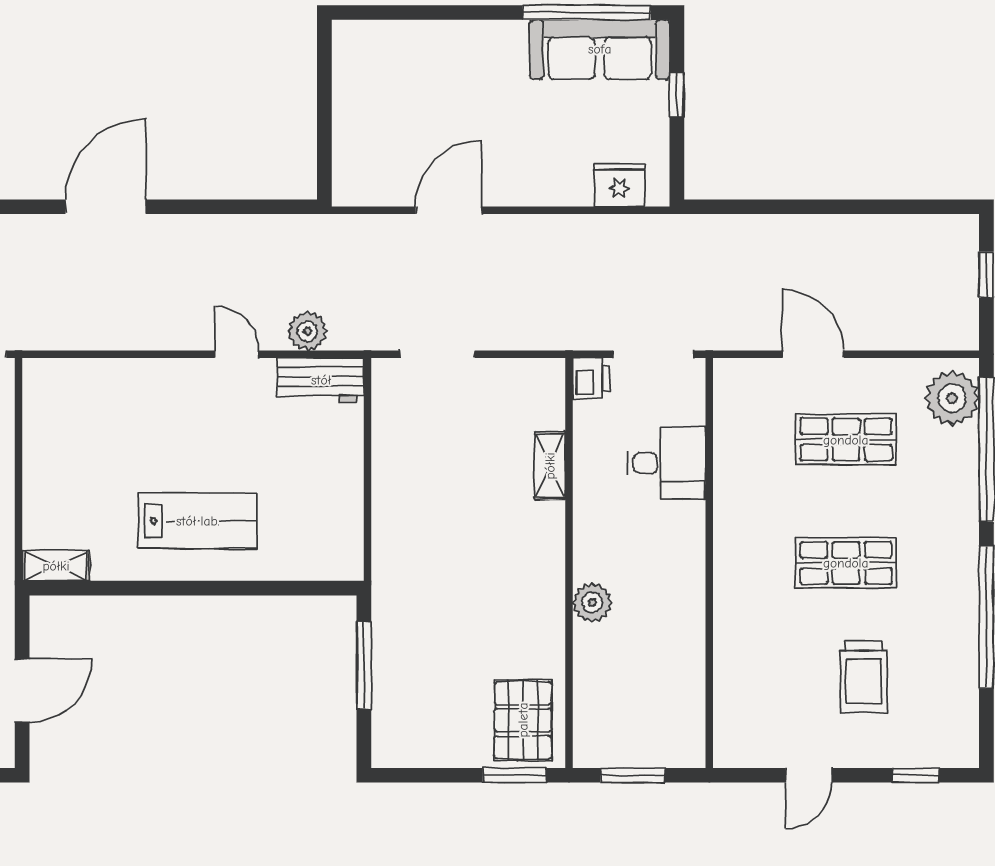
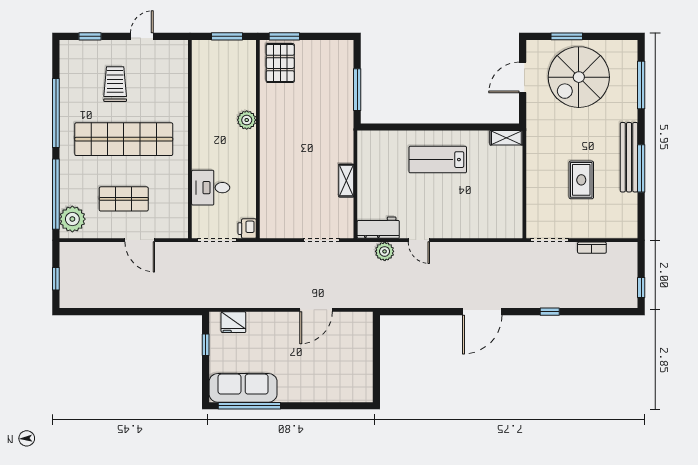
window: (677, 95) -> (206, 345), moved
shelving: (550, 466) -> (346, 181), moved
shop shelf: (846, 563) -> (124, 139), width x2.00, depth x1.36

